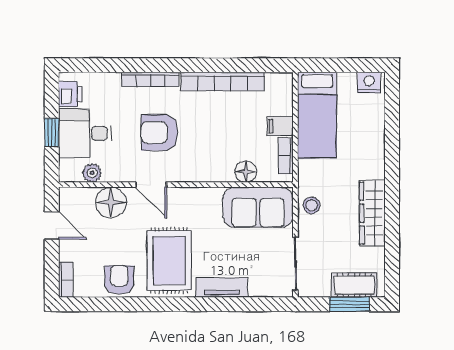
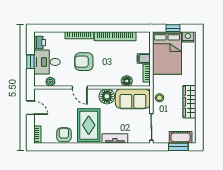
window: (339, 65) -> (173, 28), added
bed: (317, 115) -> (167, 53), width x1.50
floor lamp: (111, 202) -> (107, 96), moved

